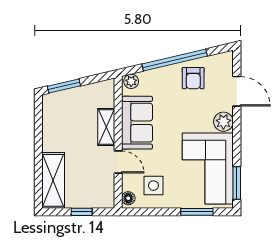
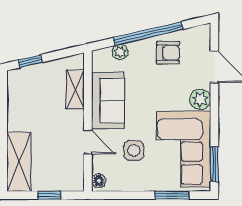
armchair: (193, 78) -> (168, 53), turned -90
plant: (131, 81) -> (120, 52), moved
window: (64, 86) -> (30, 61), width x0.67
shelving: (106, 127) -> (75, 89), moved
side table: (153, 186) -> (134, 150), moved

